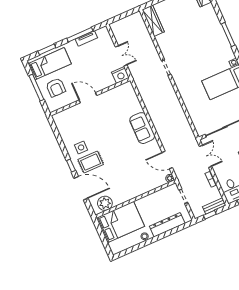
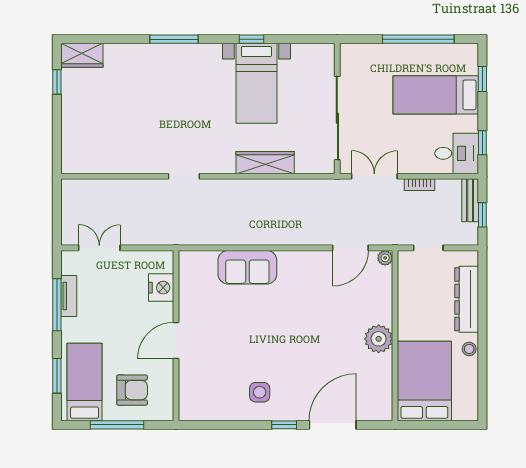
wardrobe: (153, 21) -> (265, 163), moved
double door: (121, 56) -> (99, 248), moved
nightstand: (120, 75) -> (161, 288), moved
sofa: (142, 128) -> (247, 267), moved
rug: (91, 162) -> (293, 387), removed
plant: (105, 203) -> (379, 339), moved

